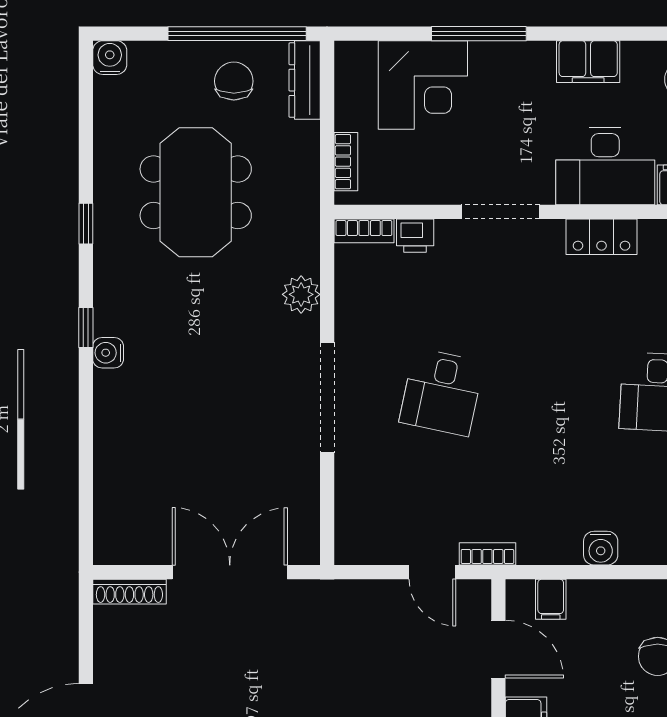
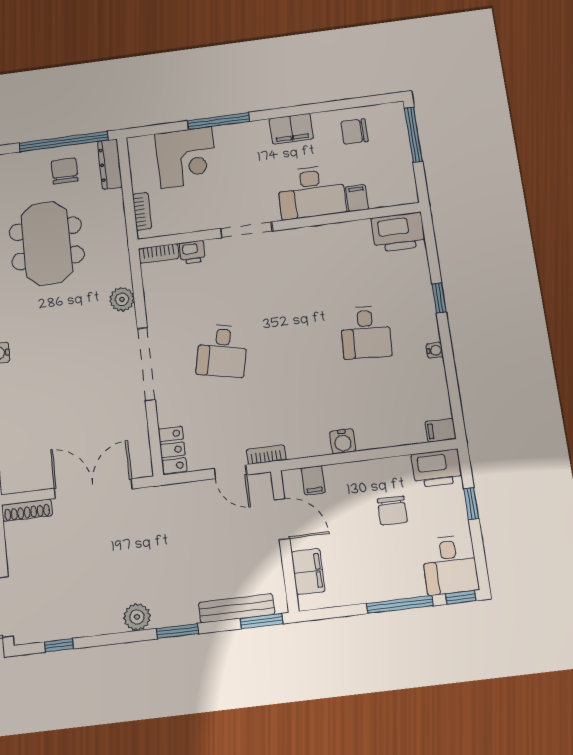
locker: (602, 237) -> (173, 450), moved, turned -90

